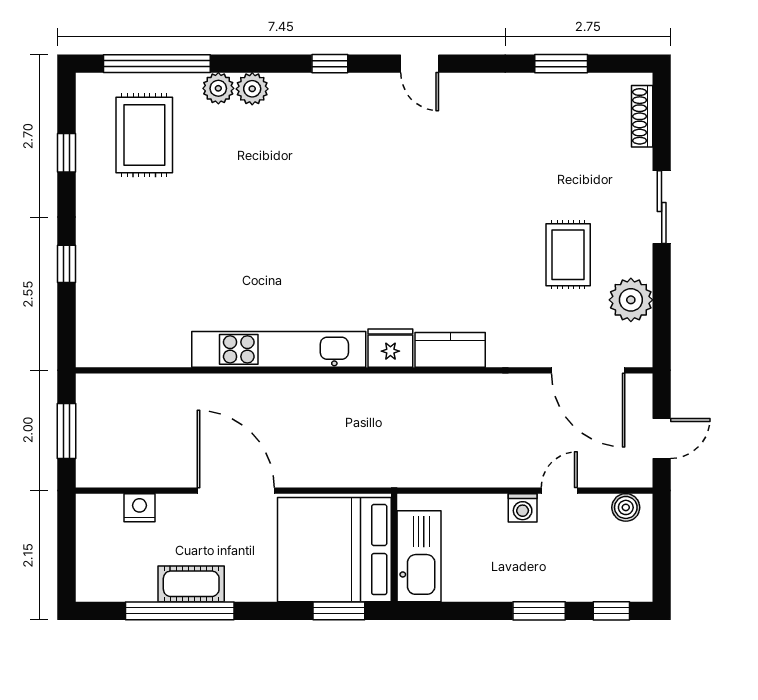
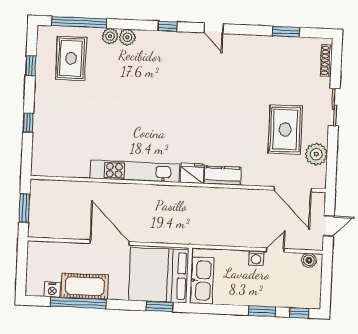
rug: (568, 255) -> (285, 130), width x1.36, depth x1.43
nightstand: (140, 508) -> (52, 290), moved, turned 180
cot: (191, 584) -> (85, 286), width x1.37, depth x1.34

